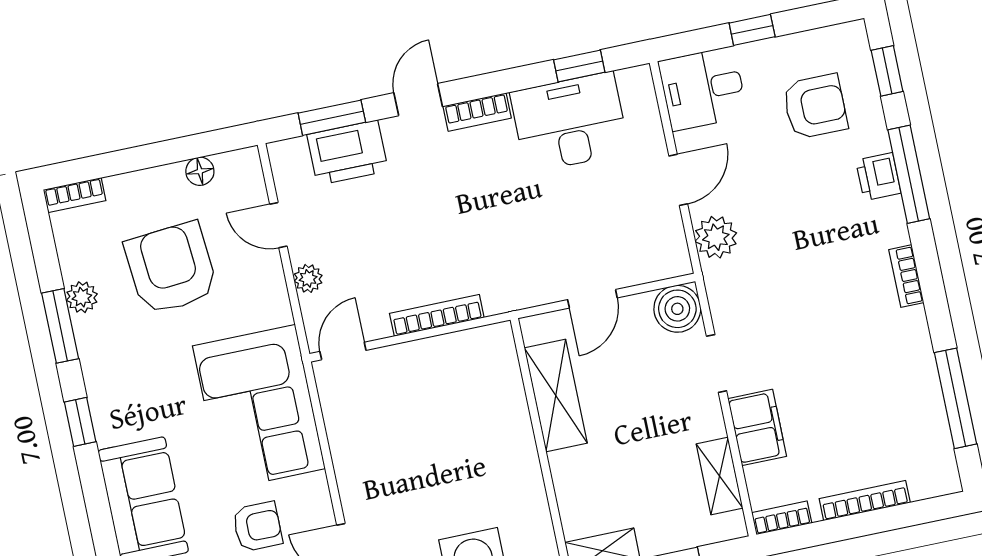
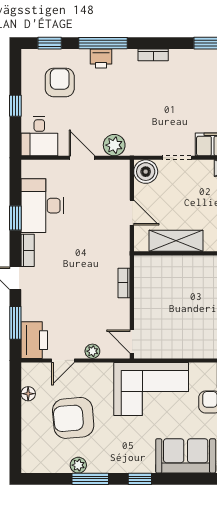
window: (579, 66) -> (15, 218), moved
printer: (347, 153) -> (34, 340), moved
bookcase: (75, 195) -> (27, 458), removed
bookcase: (437, 315) -> (124, 283), width x0.64

